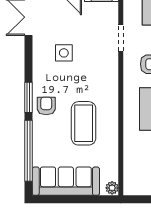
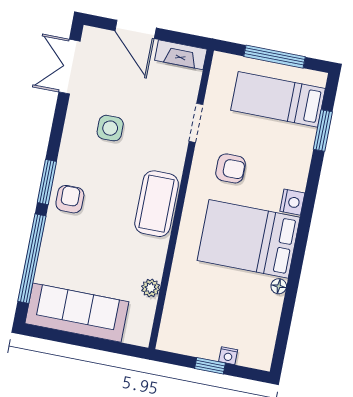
coffee table: (84, 123) -> (157, 204), moved
plant: (112, 188) -> (151, 288), moved

